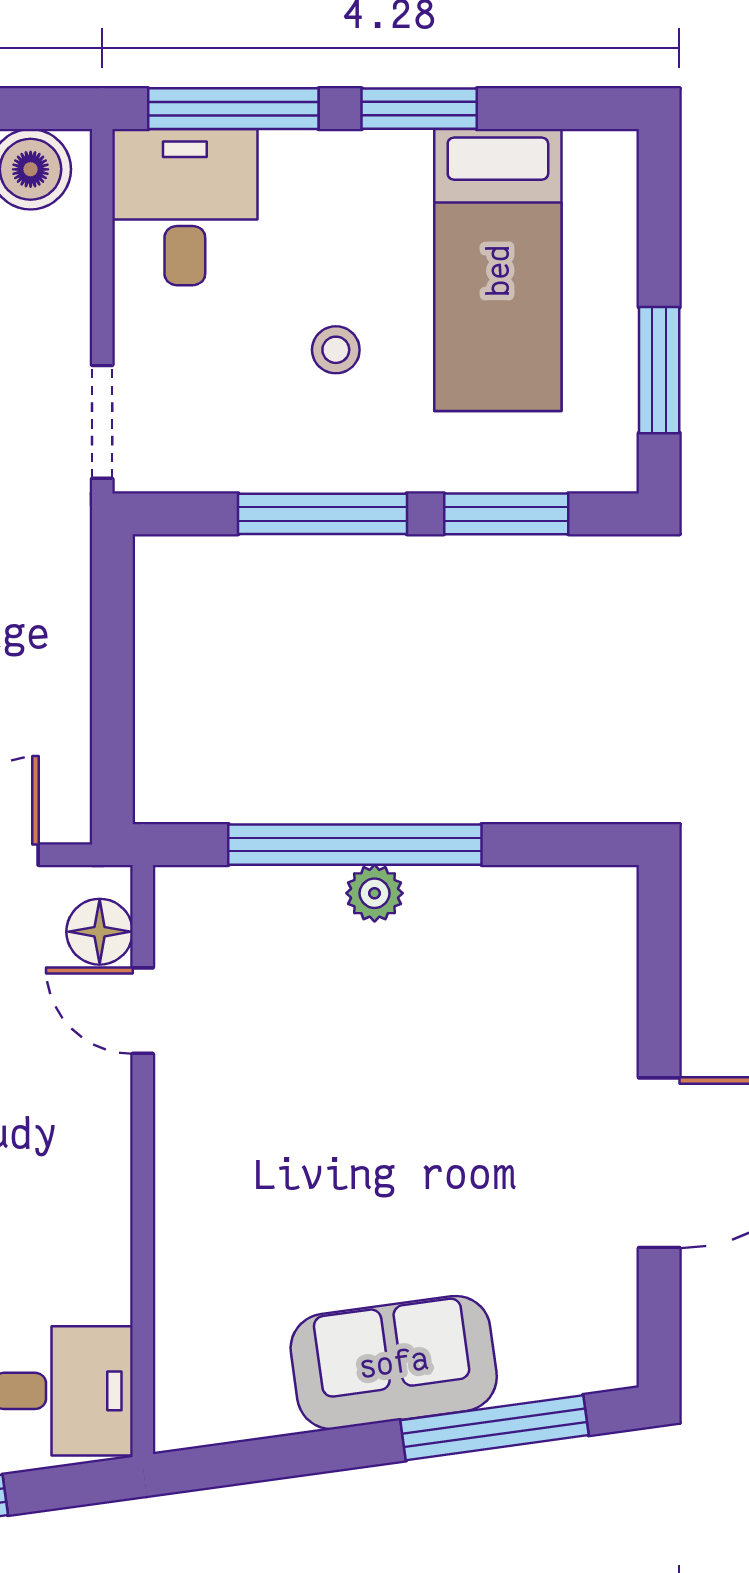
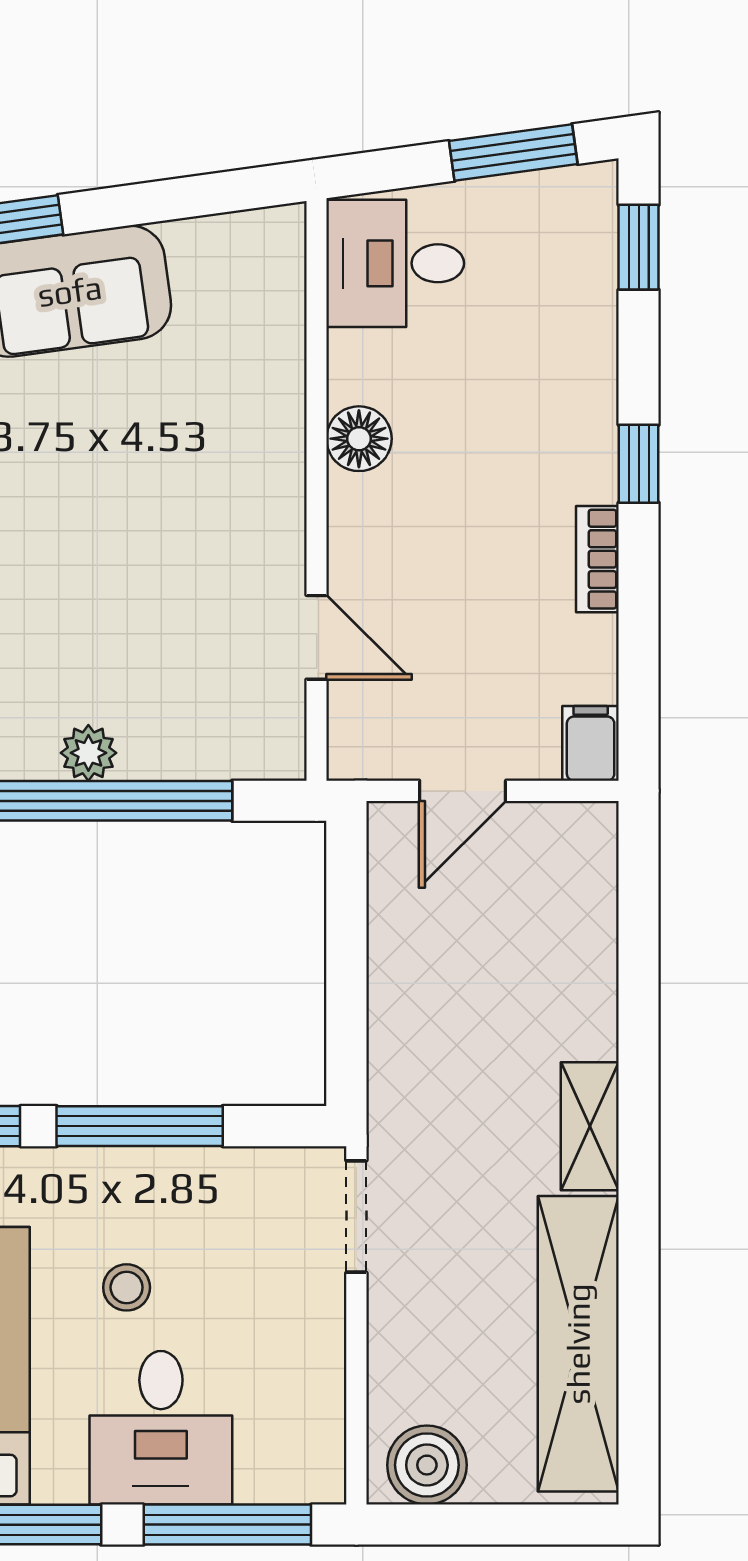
desk: (185, 207) -> (161, 1428), moved
floor lamp: (100, 932) -> (359, 439), moved

